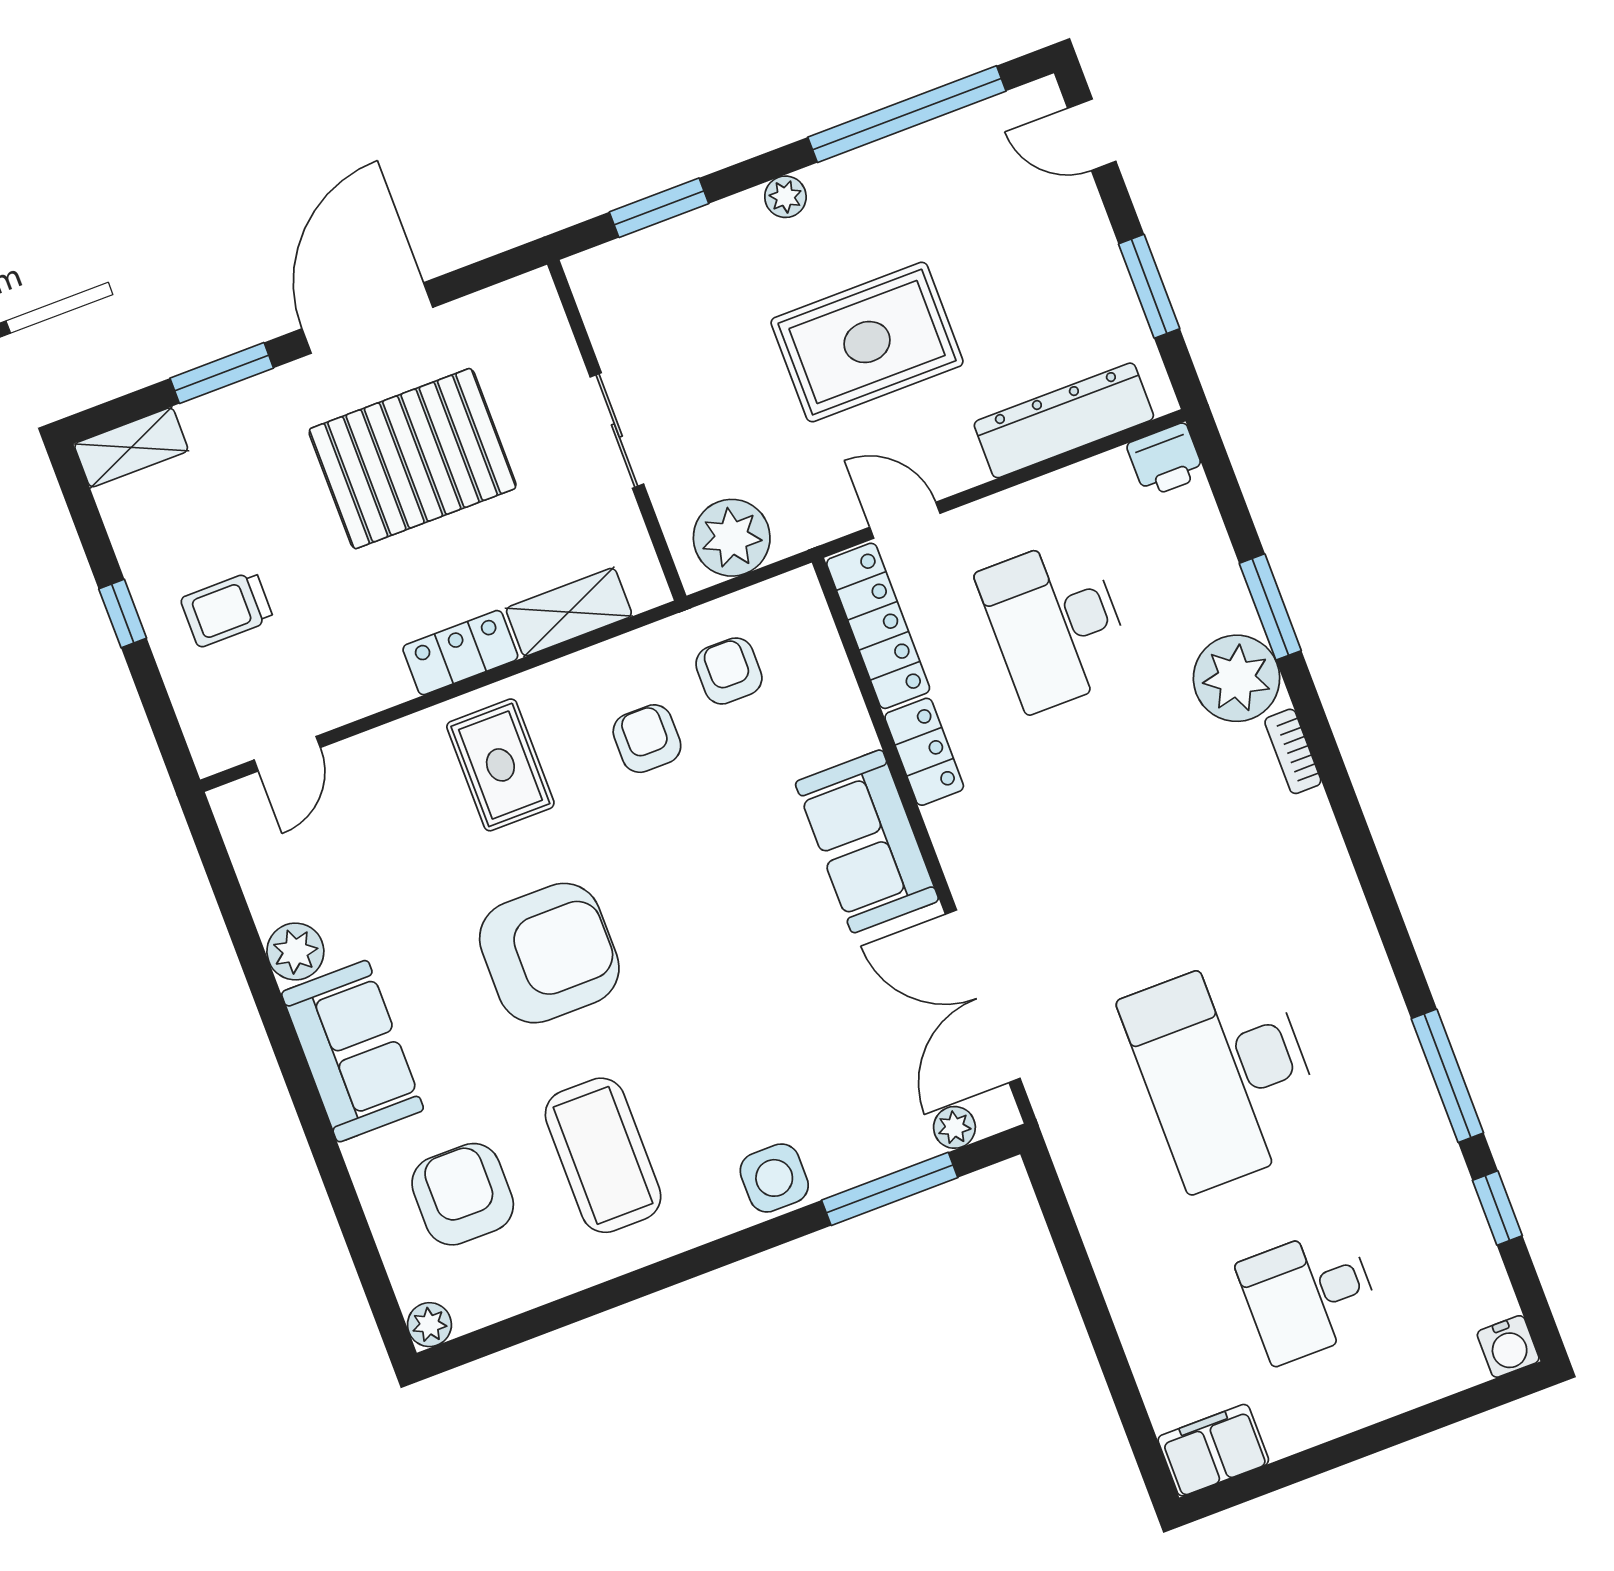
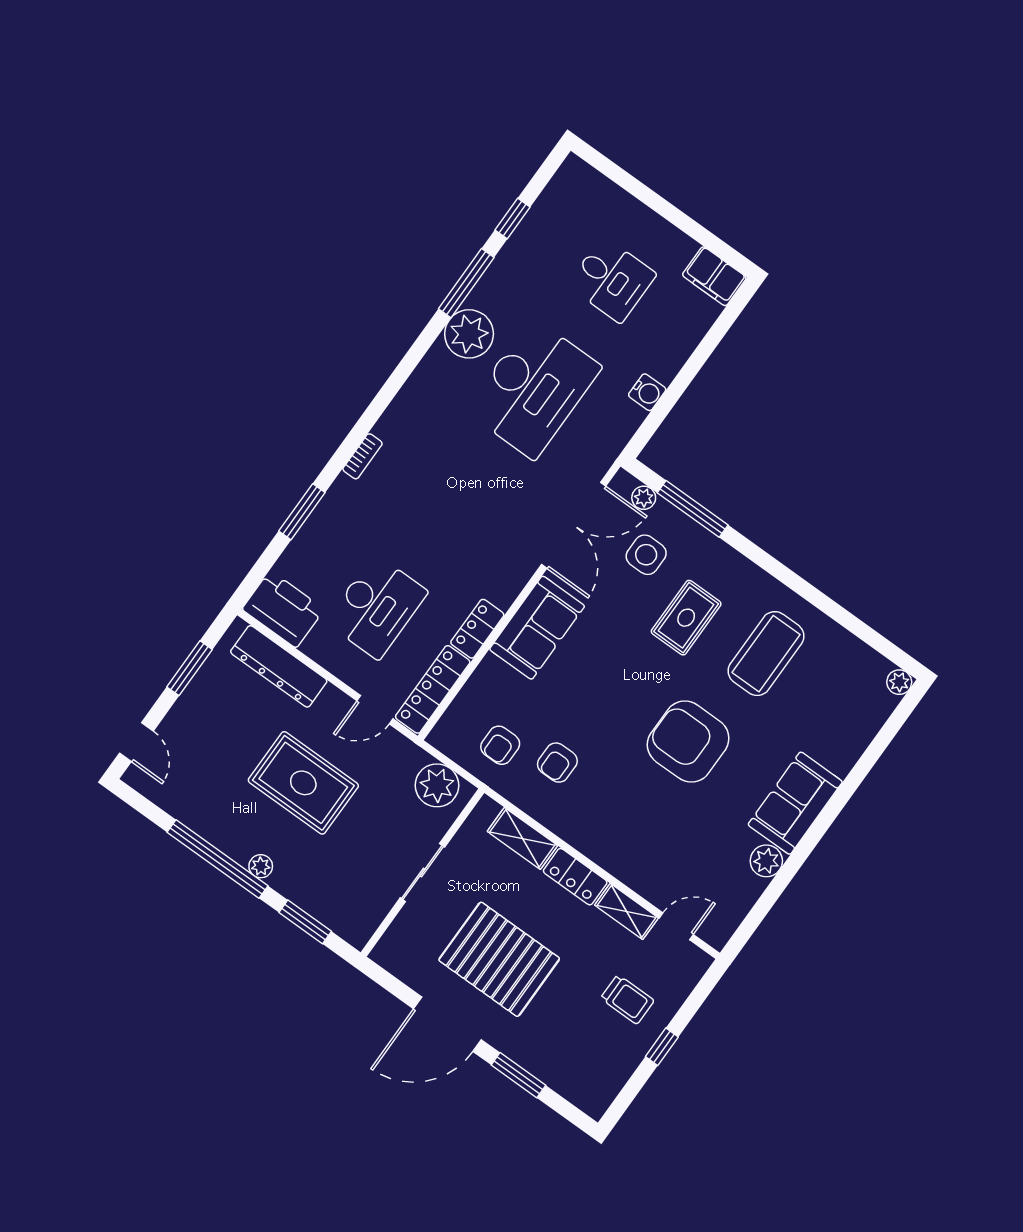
window: (907, 114) -> (217, 859), moved
shelving: (131, 447) -> (626, 911), moved
printer: (1166, 460) -> (283, 609), width x1.87, depth x1.48
door: (905, 520) -> (375, 710), hinge flipped
plant: (1237, 678) -> (469, 334), moved
rug: (500, 765) -> (686, 618), moved
side table: (774, 1178) -> (646, 555), moved
armchair: (463, 1194) -> (828, 707), removed
water cooler: (1508, 1346) -> (647, 392), moved, turned 90

